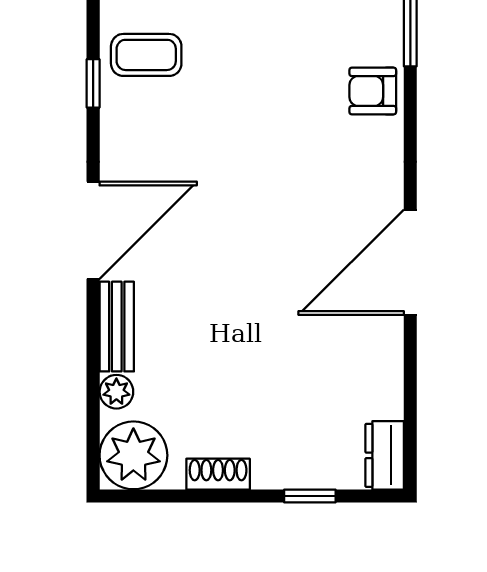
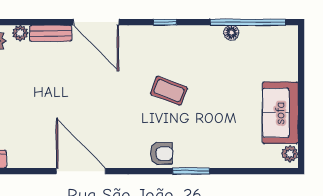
coffee table: (146, 55) -> (169, 91), moved, turned -69
armchair: (373, 91) -> (161, 153), turned 90

